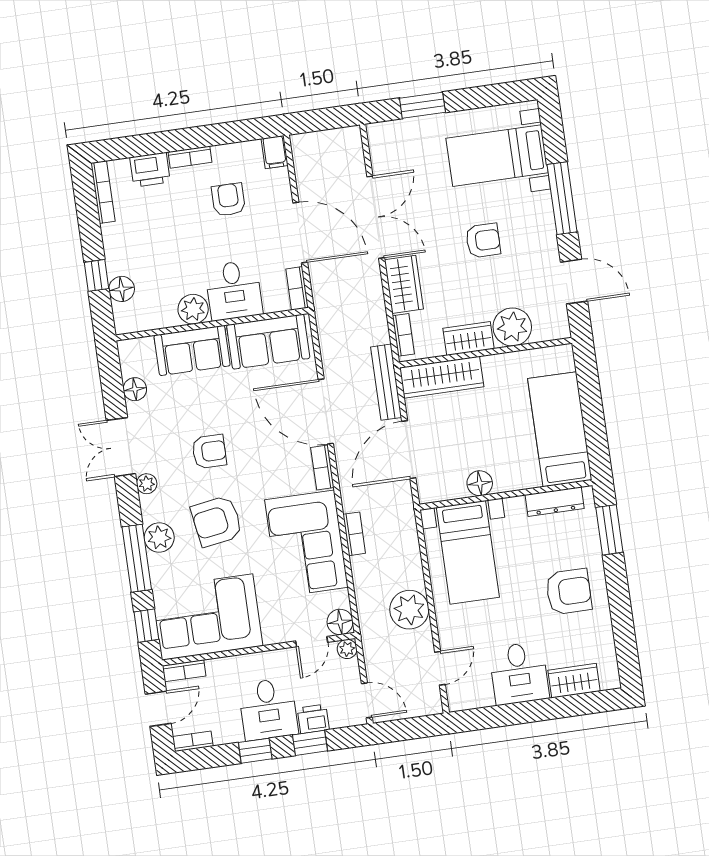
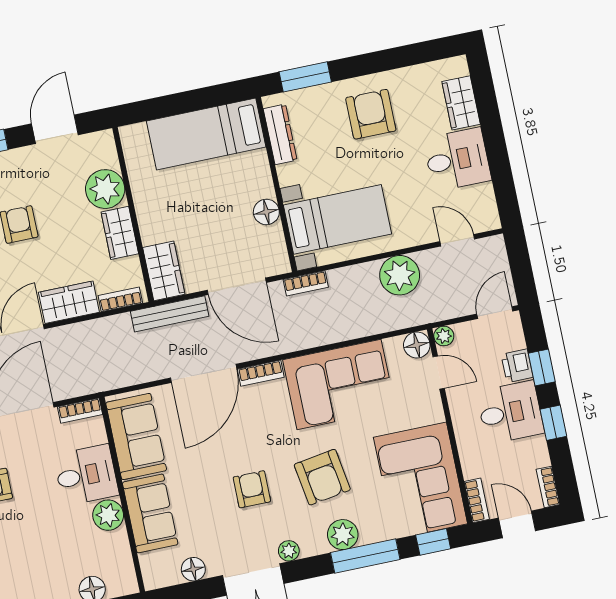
wardrobe: (442, 377) -> (164, 271), width x0.67
bookcase: (354, 534) -> (306, 283), moved, turned 180

